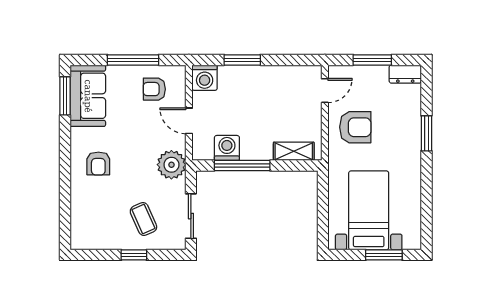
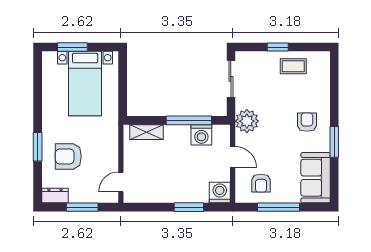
armchair: (154, 89) -> (261, 183), turned 90
window: (65, 96) -> (334, 142), moved
armchair: (355, 127) -> (68, 156), moved
coffee table: (143, 219) -> (293, 66), moved, turned -66

